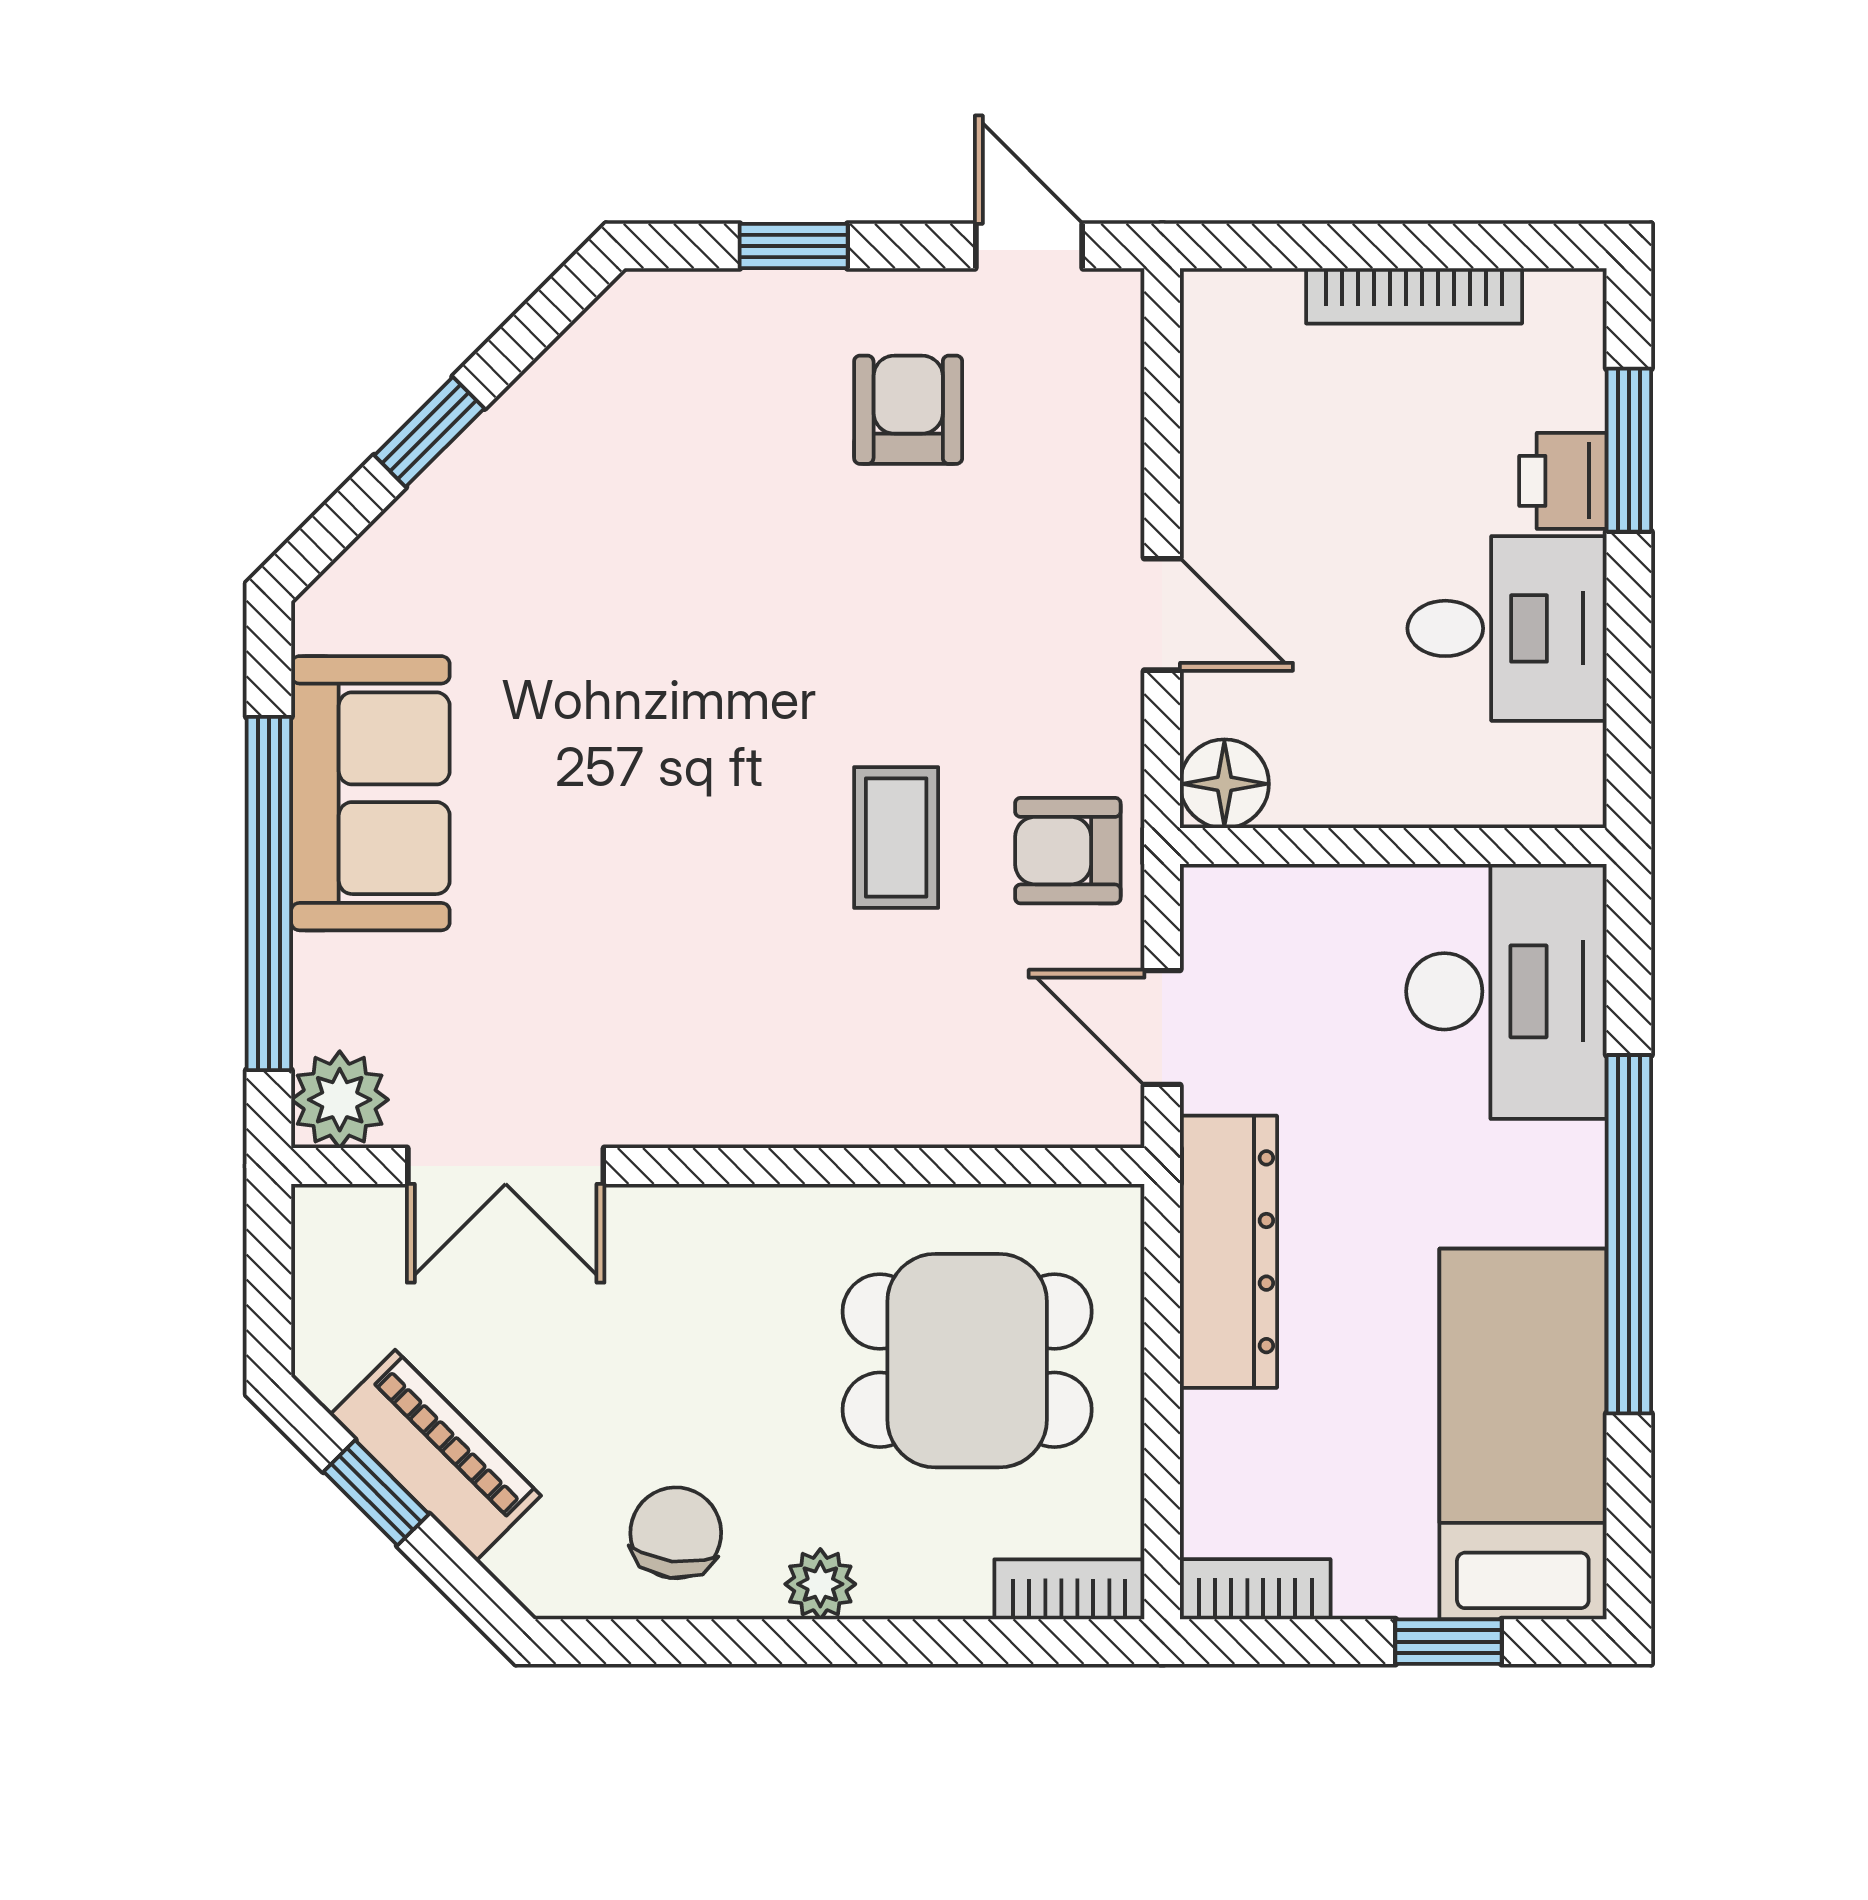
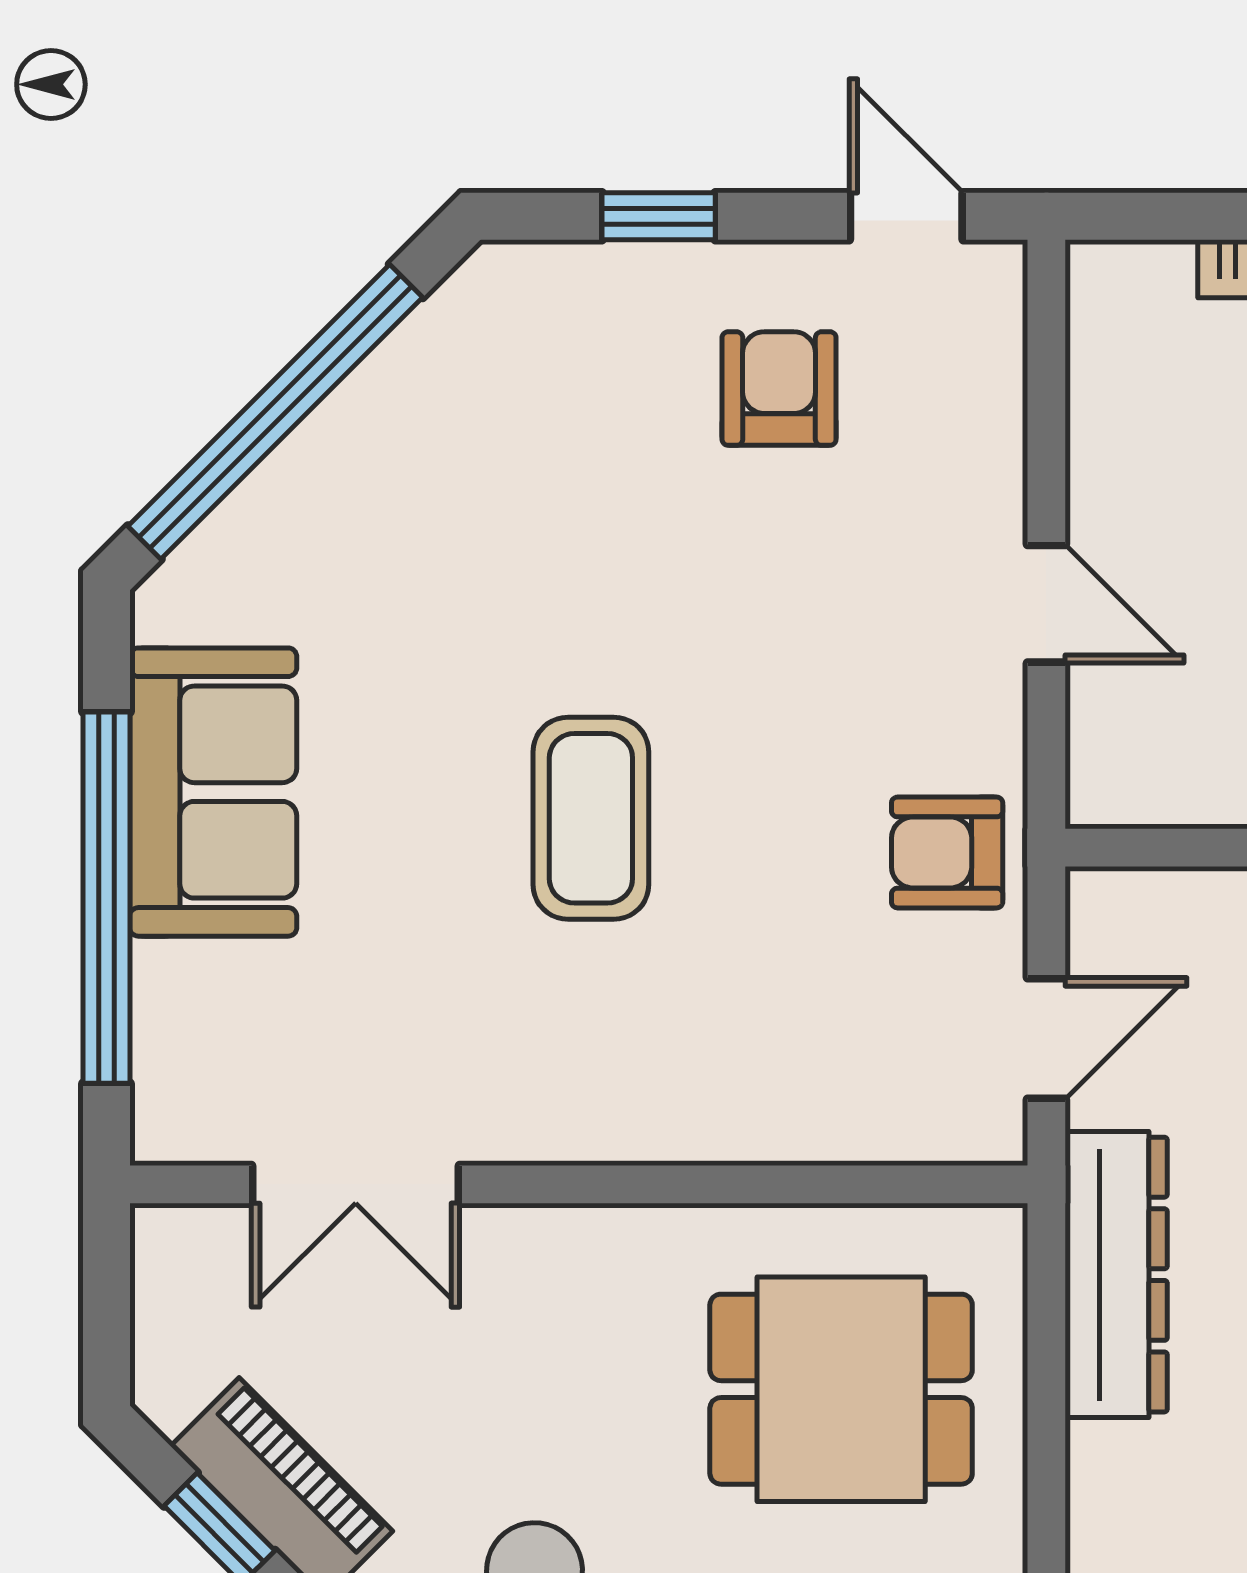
window: (429, 432) -> (275, 412), width x3.17
floor lamp: (1224, 784) -> (1112, 782), removed
coffee table: (896, 837) -> (591, 818), moved, width x1.36, depth x1.30
door: (1162, 1028) -> (1046, 1039), swing flipped
plant: (340, 1100) -> (181, 1115), removed

